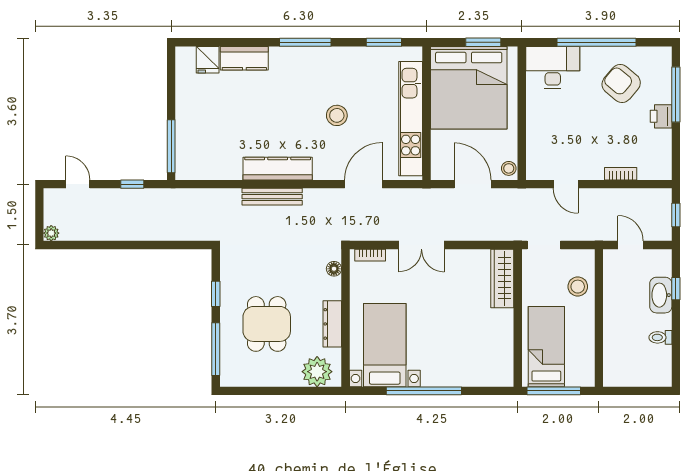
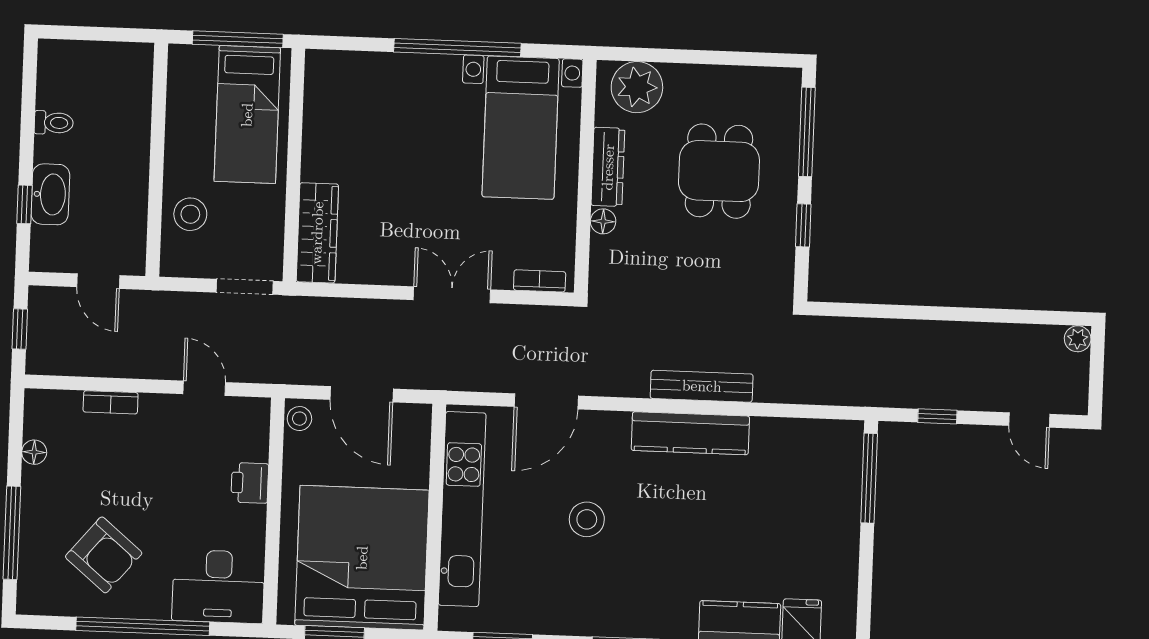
printer: (661, 116) -> (250, 483), moved, turned 180
floor lamp: (664, 143) -> (34, 452), added
floor lamp: (334, 269) -> (603, 221), moved

